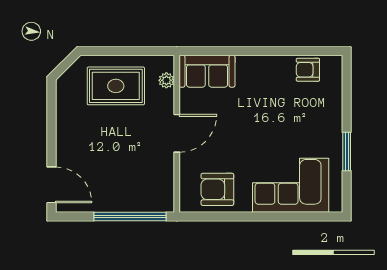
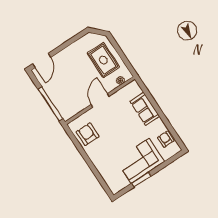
sofa: (207, 71) -> (145, 109), moved
door: (177, 133) -> (100, 100), swing flipped
corner sofa: (291, 185) -> (140, 161), moved, turned -90

